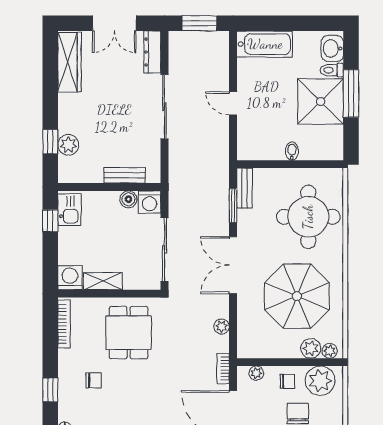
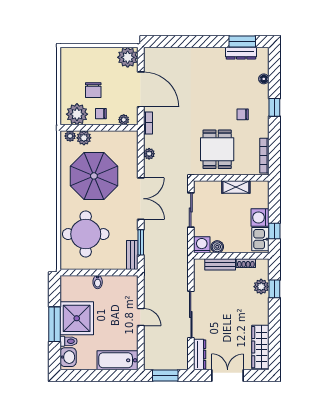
shoe rack: (89, 177) -> (246, 263), added
sliding door: (164, 250) -> (191, 210), width x0.73
washing machine: (70, 278) -> (260, 217), moved, turned 90

